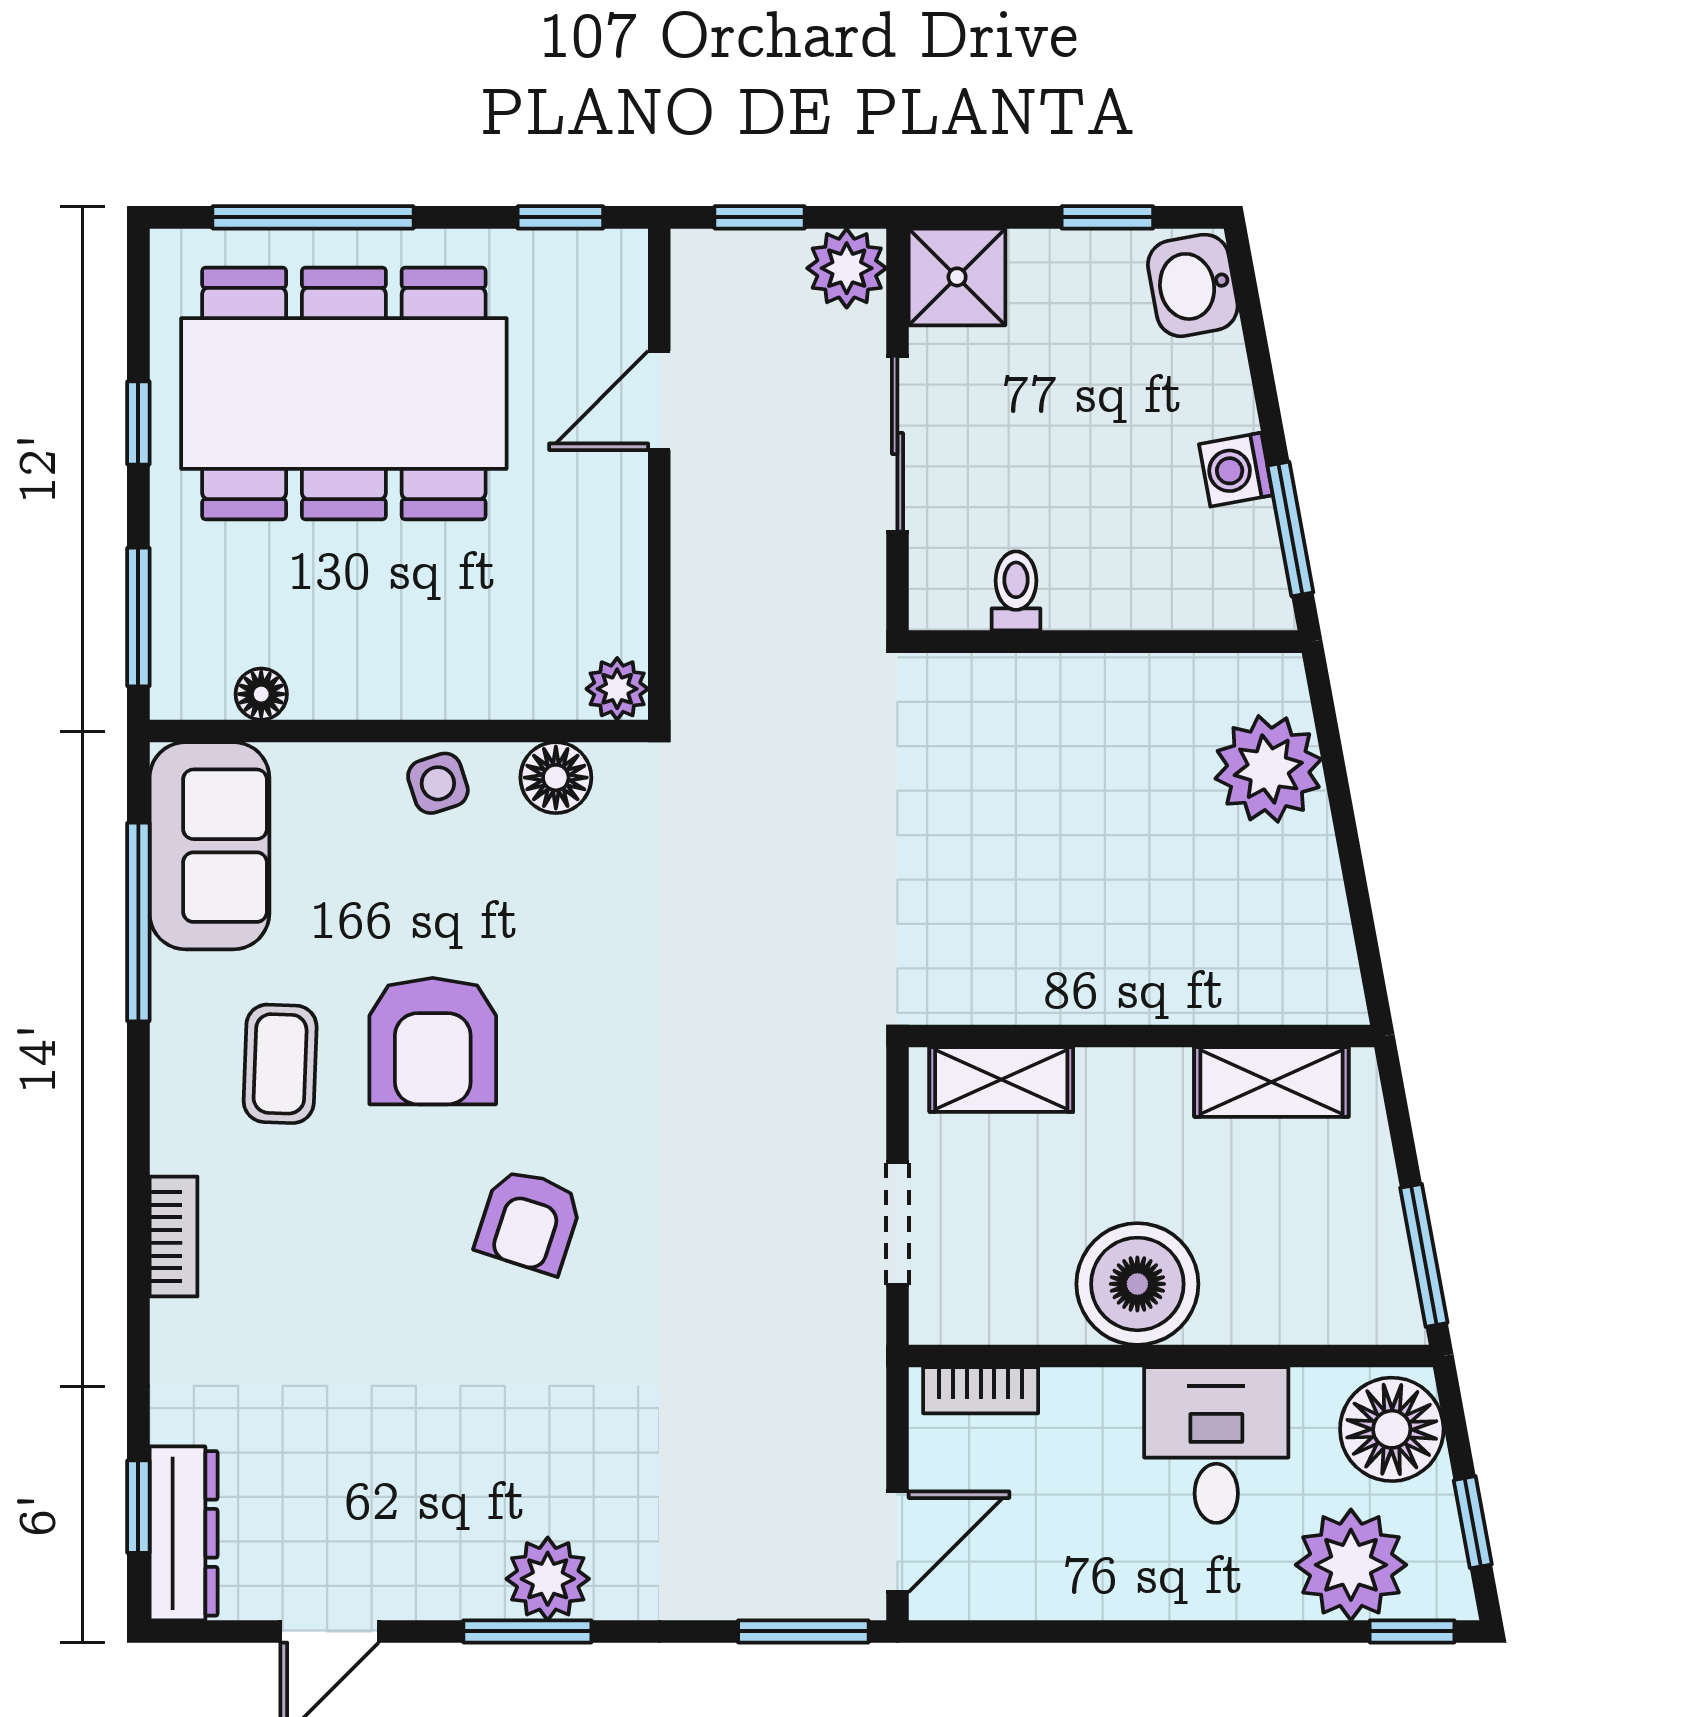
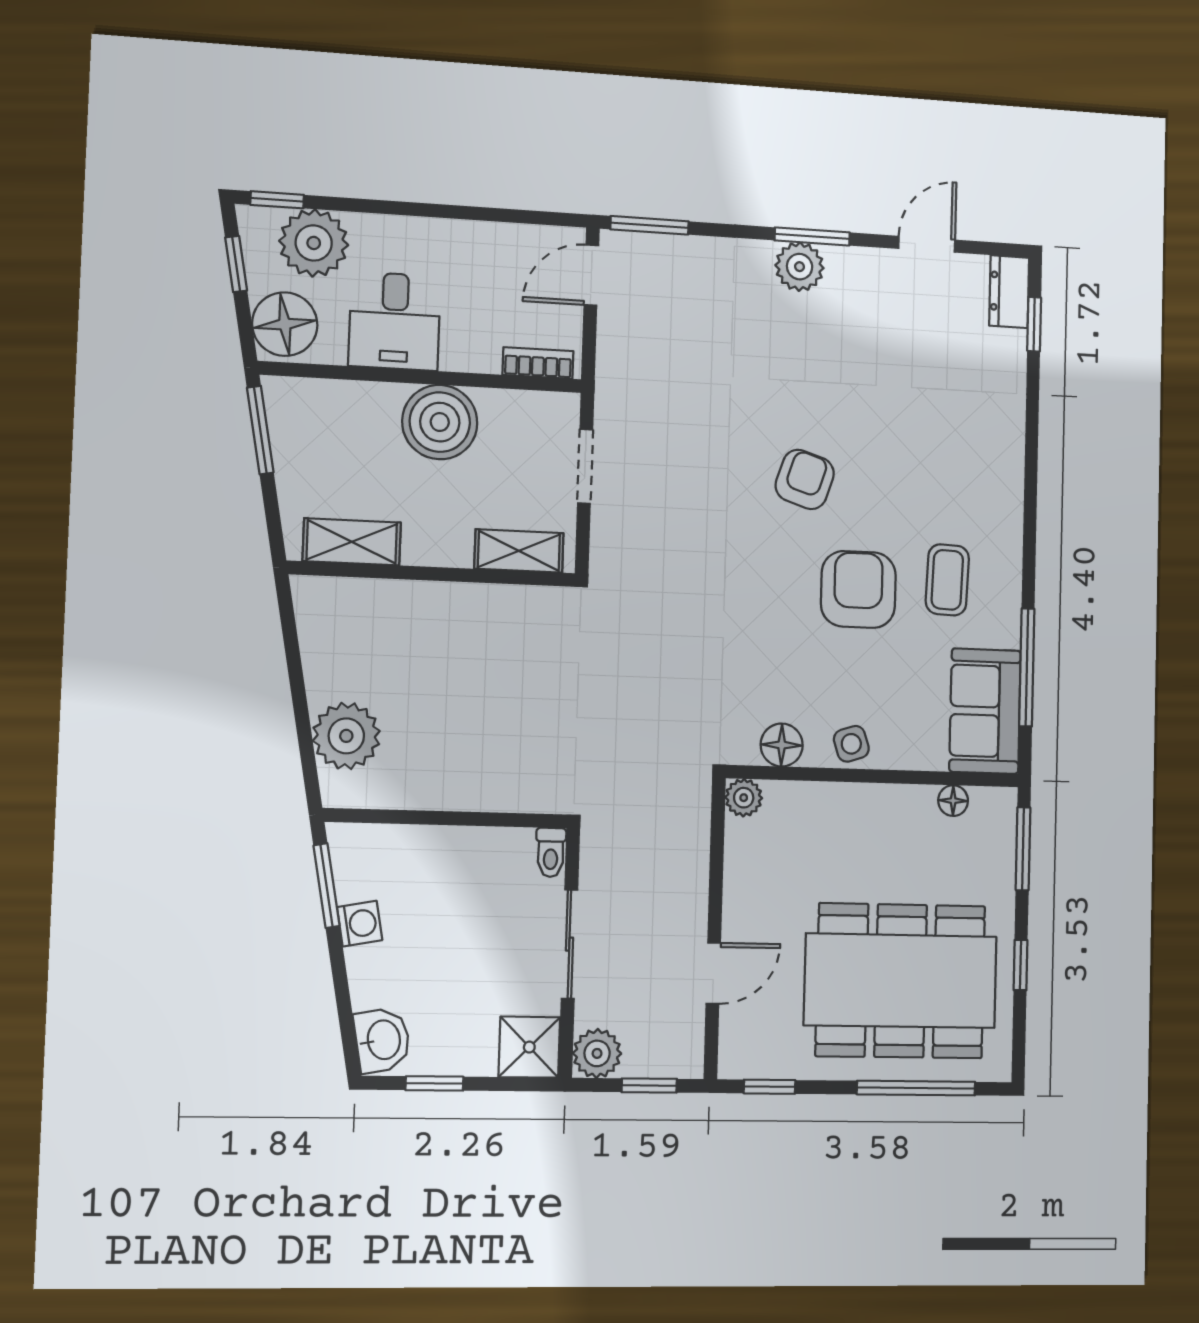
toilet: (1016, 591) -> (551, 852), moved
bookcase: (173, 1237) -> (1011, 481), removed
dresser: (184, 1533) -> (1009, 292), width x0.70

